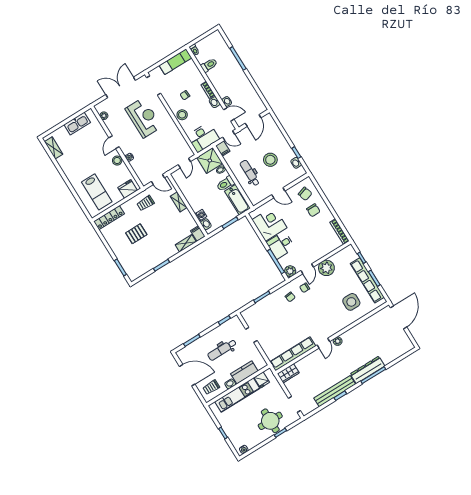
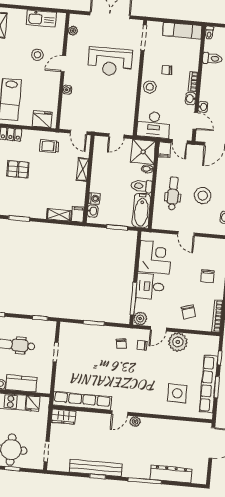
reception desk: (143, 118) -> (110, 62), turned 90
stool: (117, 161) -> (37, 55), moved
chair: (305, 194) -> (188, 312), moved
dresser: (368, 370) -> (171, 474), moved

